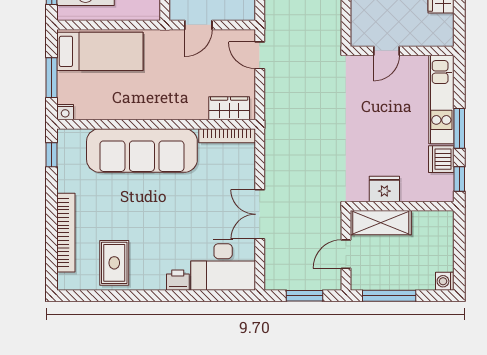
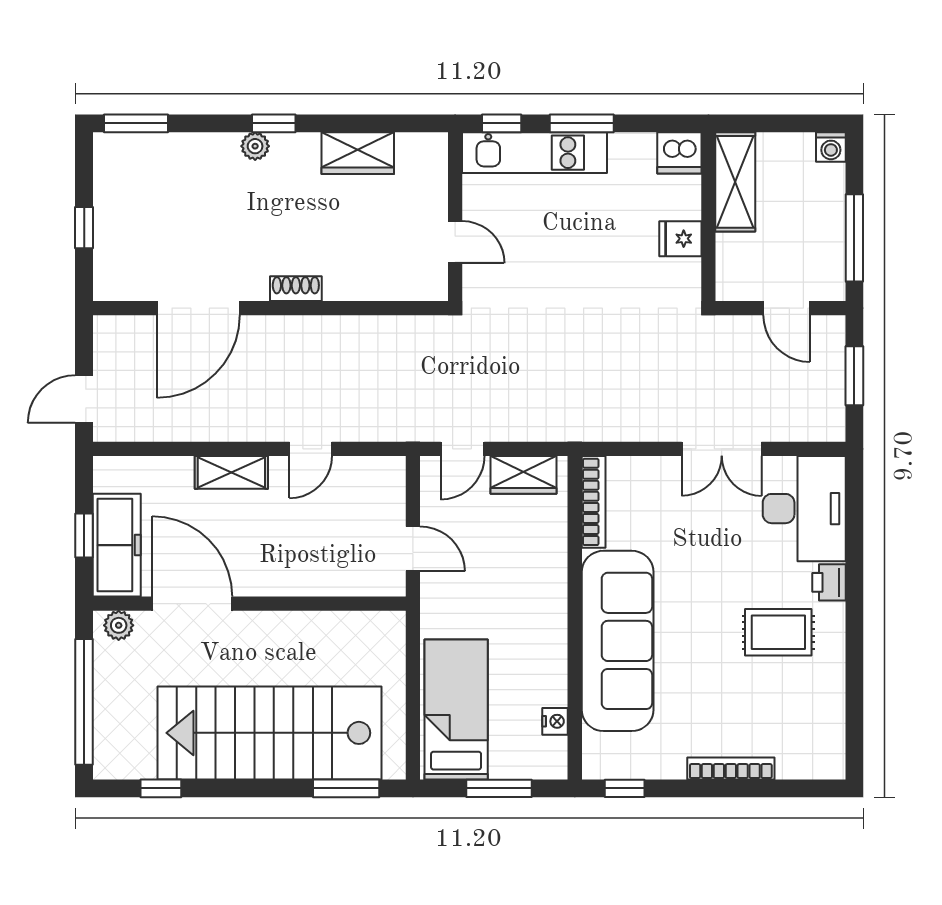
wardrobe: (229, 108) -> (524, 475), moved, turned -90
nightstand: (65, 112) -> (555, 721), moved
dishwasher: (441, 159) -> (679, 153), moved
window: (459, 179) -> (502, 123), moved
fridge: (384, 189) -> (680, 239), width x0.72
shelving: (381, 223) -> (735, 182), moved
bookcase: (66, 233) -> (731, 768), width x0.68, depth x0.76
rug: (114, 263) -> (778, 632), moved

